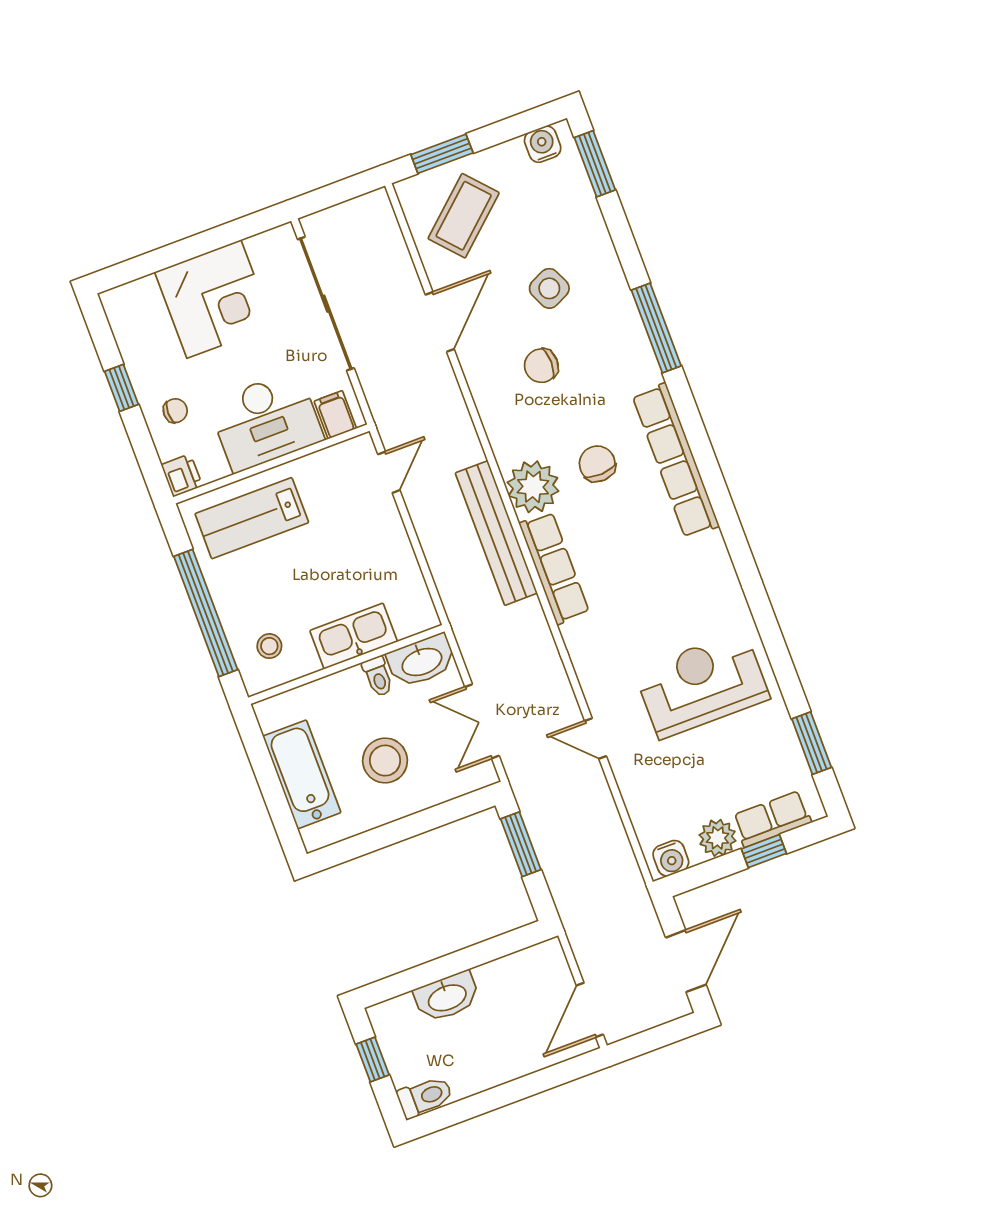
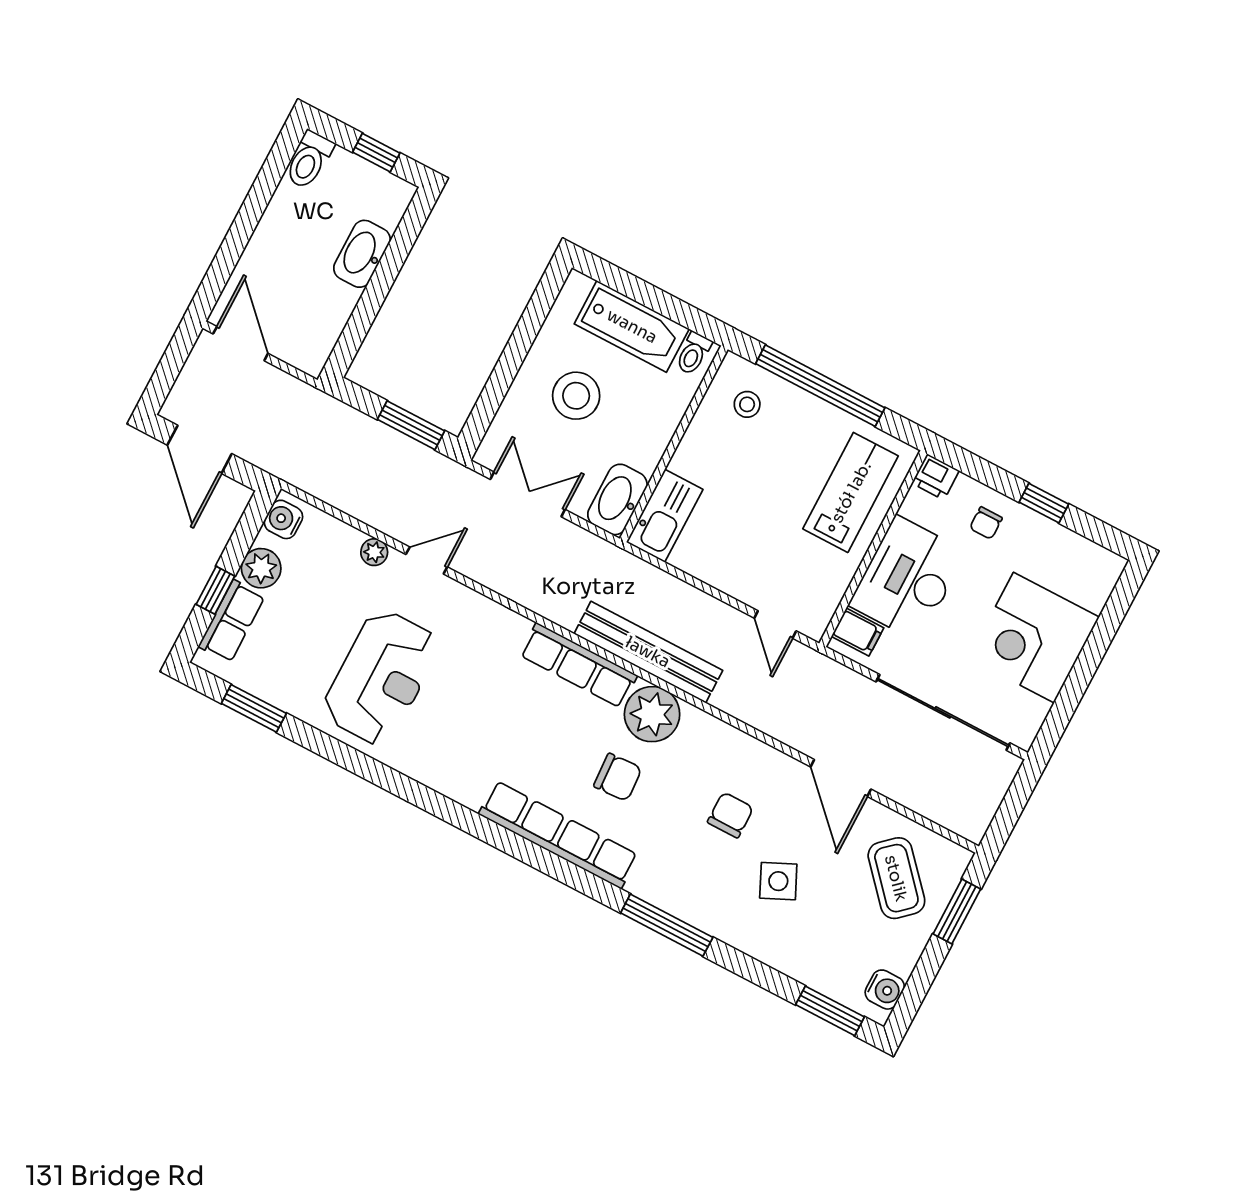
kitchen sink: (354, 636) -> (665, 516), moved
toilet: (378, 676) -> (693, 353), moved, turned -90
plant: (627, 778) -> (374, 552), added

